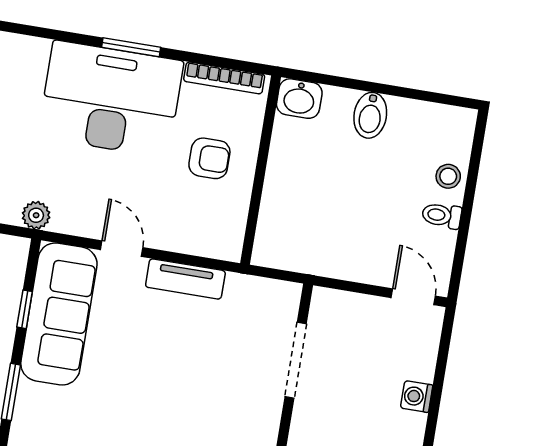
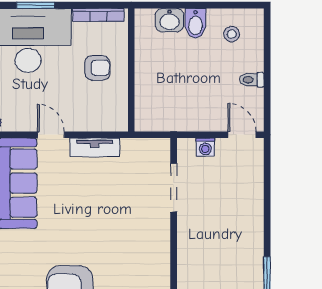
washbasin: (299, 99) -> (169, 20), moved
stool: (448, 176) -> (232, 34), moved
washing machine: (417, 397) -> (205, 147), moved, turned -90

